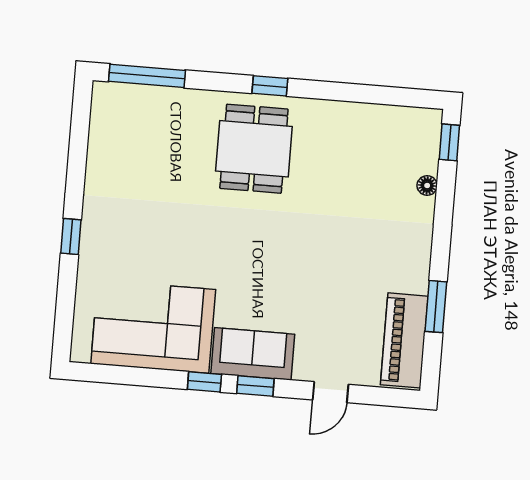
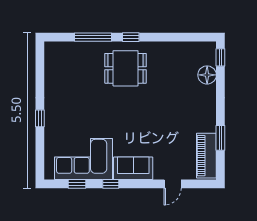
window: (147, 76) -> (93, 37), moved
dining table: (254, 149) -> (126, 68), turned 90
floor lamp: (427, 186) -> (207, 75), width x1.89, depth x1.89
window: (255, 386) -> (77, 184), moved

